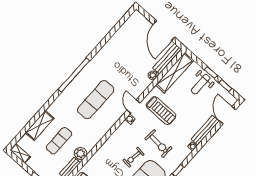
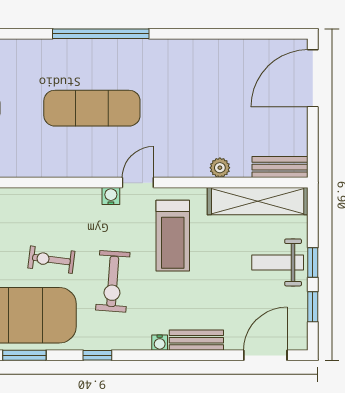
door: (164, 31) -> (313, 78), moved
bench: (167, 59) -> (280, 167), width x0.73
bench: (205, 130) -> (196, 340), width x0.73

